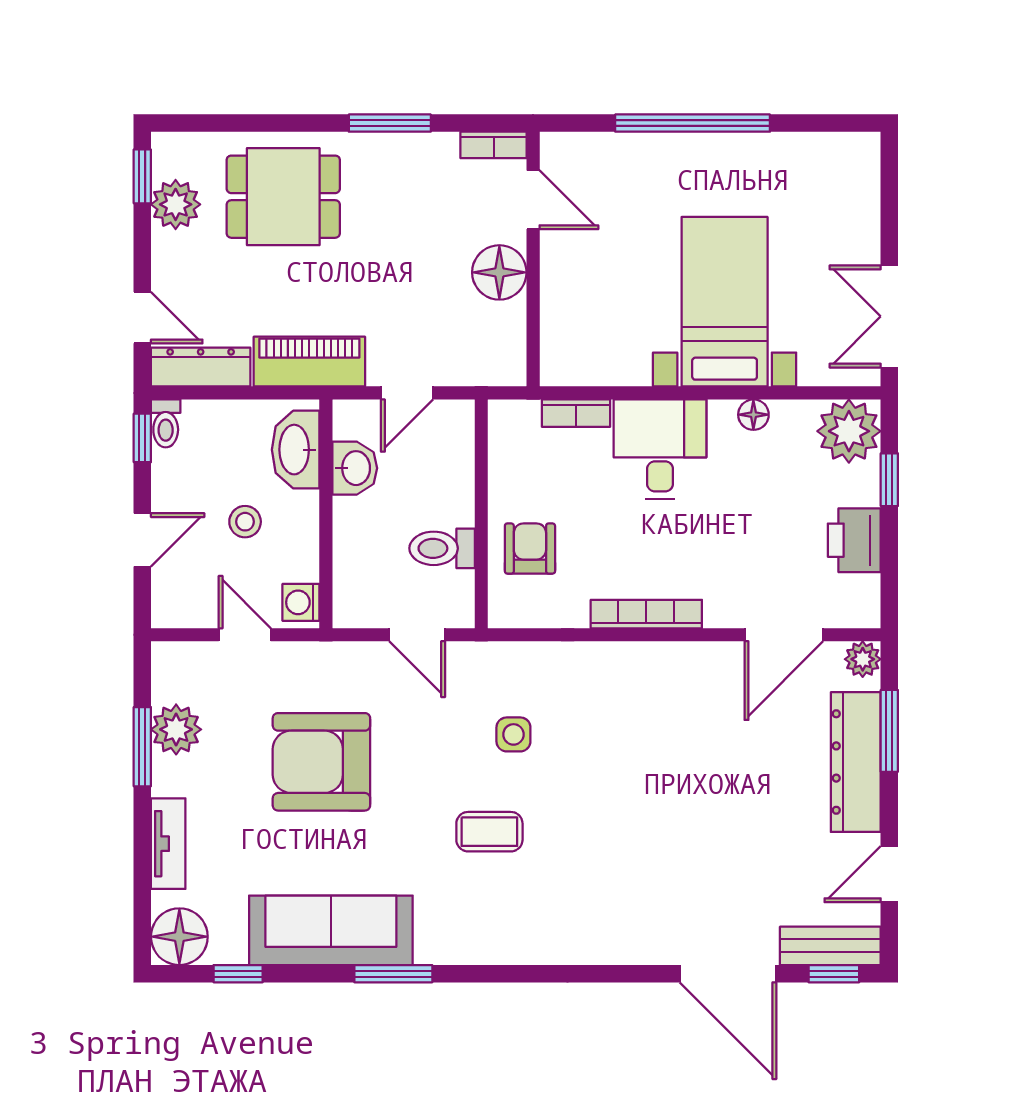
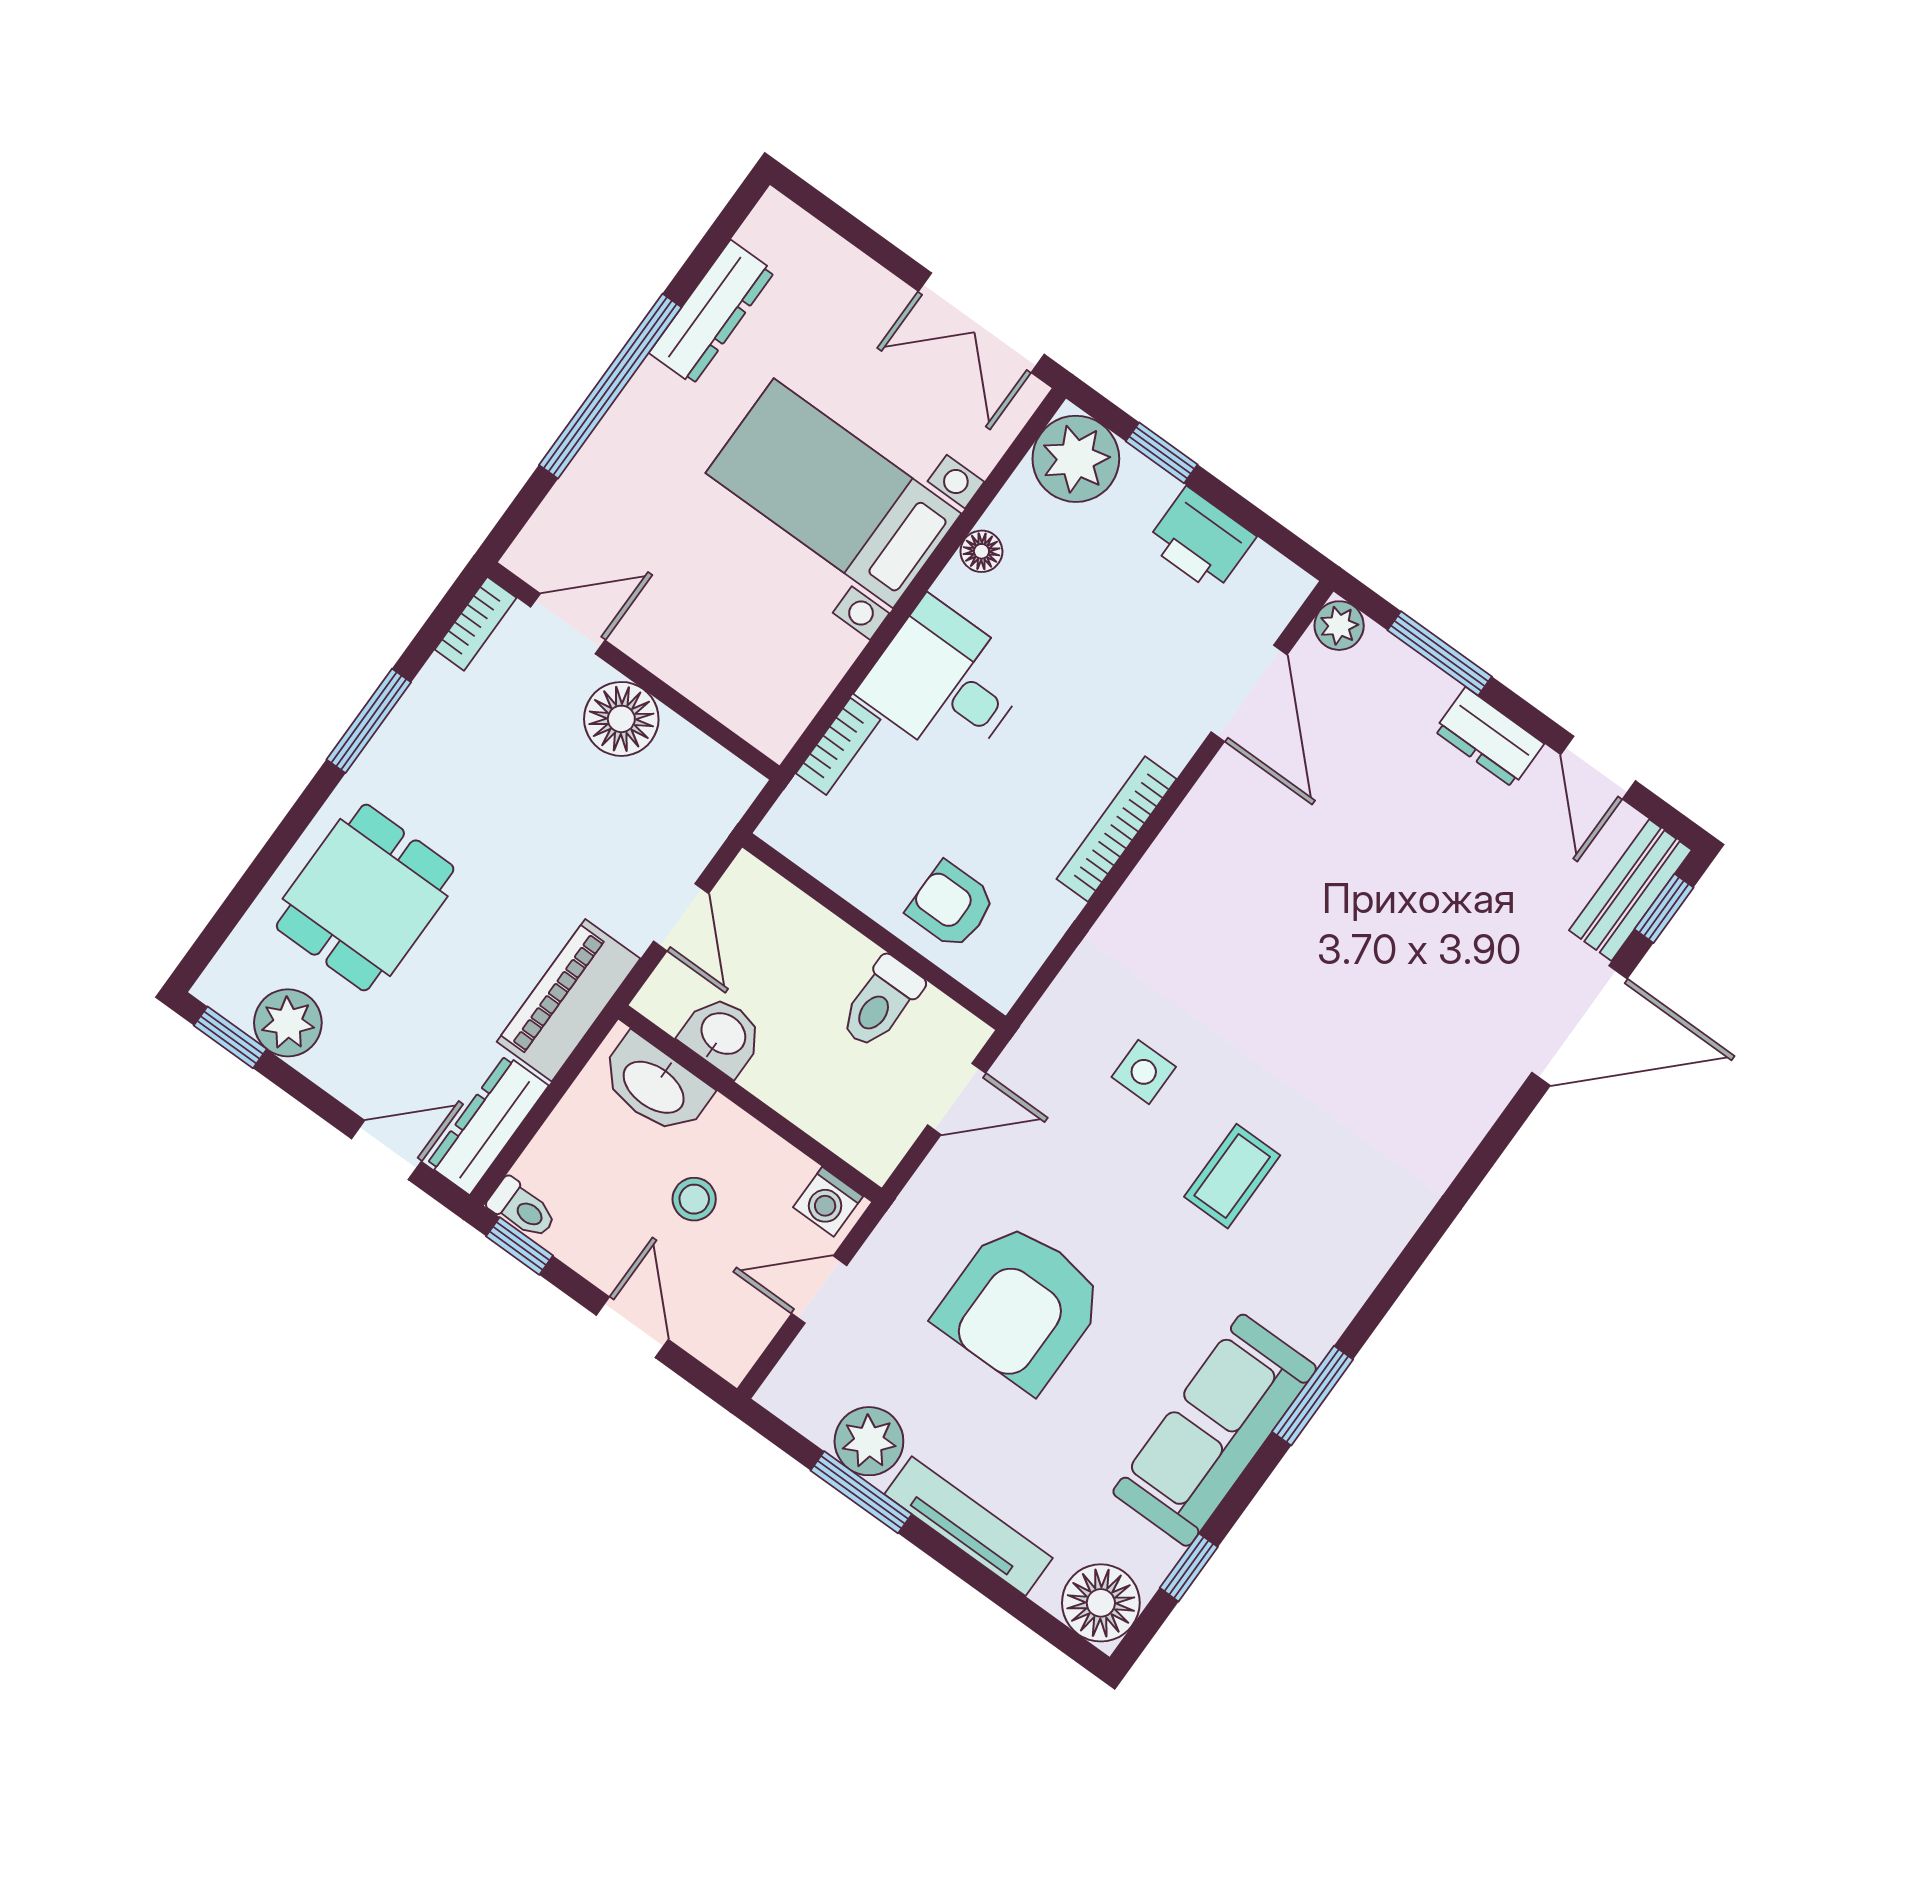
dresser: (780, 152) -> (712, 312), added
dresser: (856, 762) -> (1489, 737), width x0.51, depth x0.80
tv unit: (168, 844) -> (969, 1526), width x1.41

